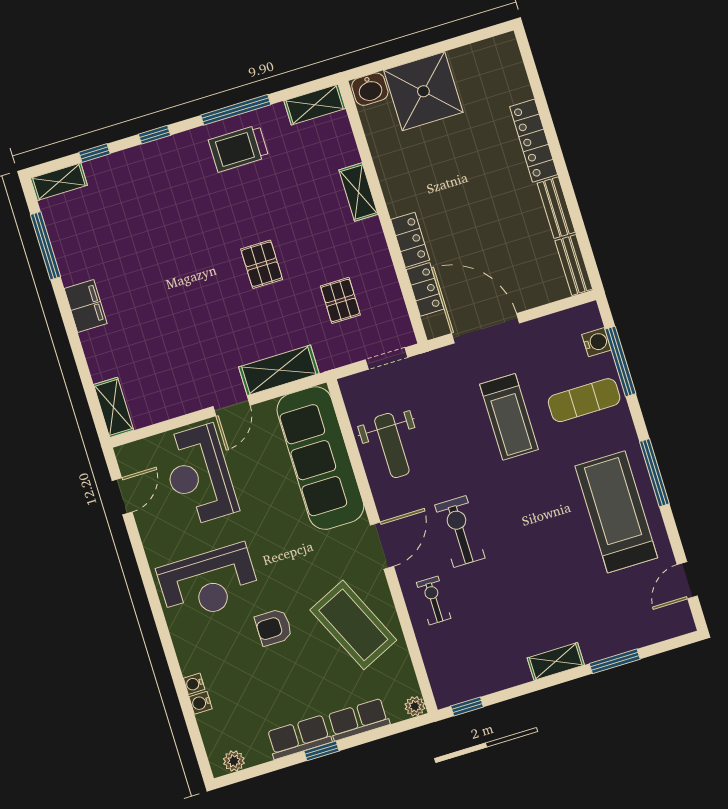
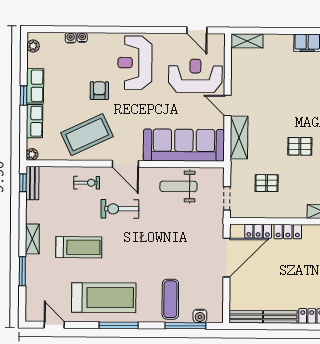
treadmill: (509, 417) -> (79, 247), moved, turned 180
exercise bike: (460, 531) -> (120, 209), turned 180
bench: (463, 691) -> (32, 183), added

